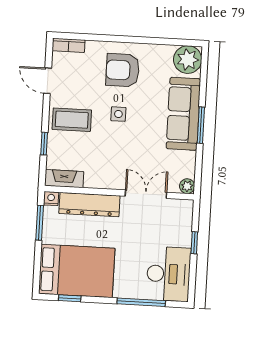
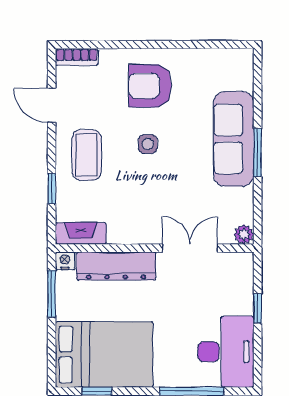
plant: (188, 60) -> (235, 67), removed
coffee table: (72, 120) -> (87, 155), turned 90

